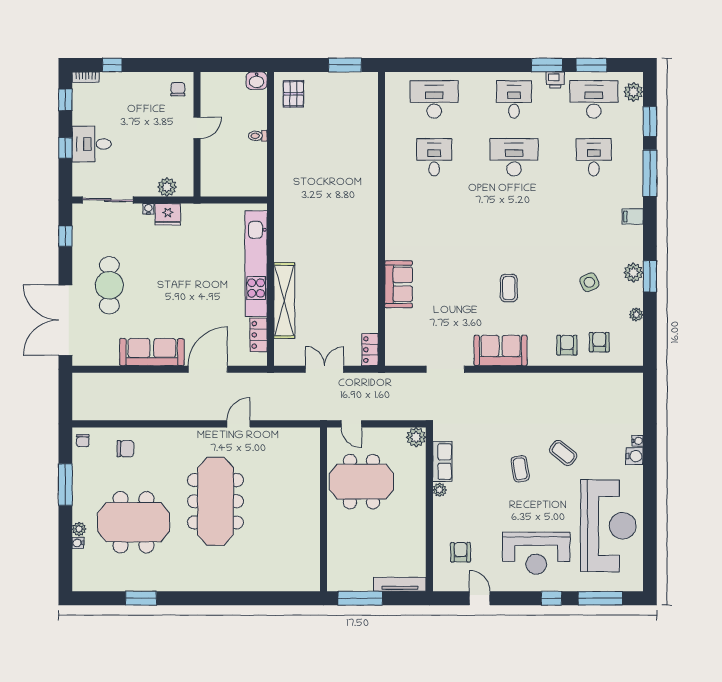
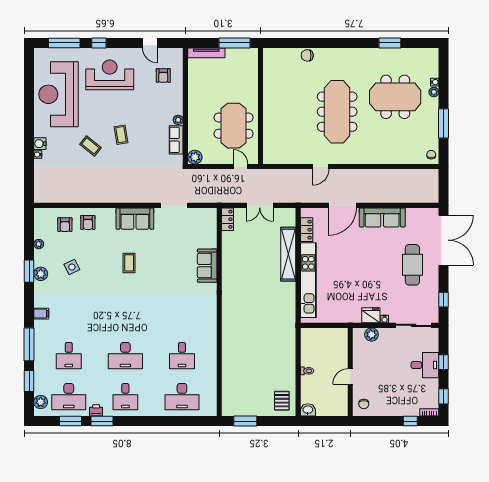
chair: (125, 449) -> (307, 55), moved
meeting table: (361, 482) -> (234, 126), turned 90

